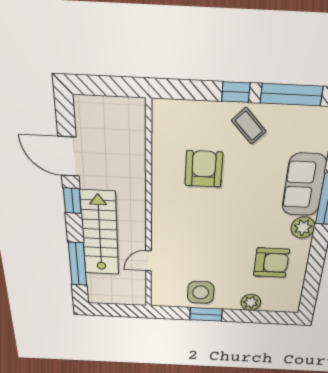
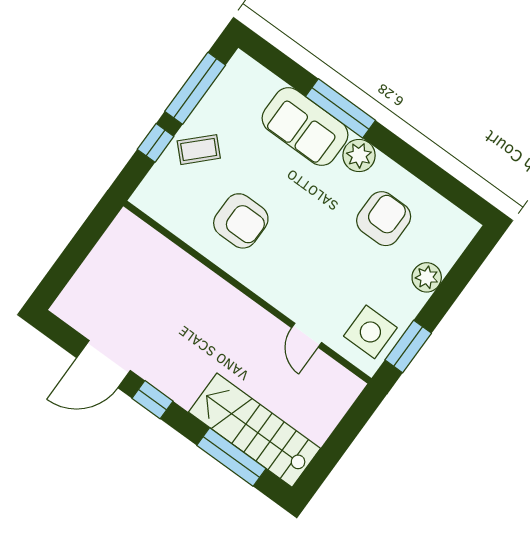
armchair: (204, 169) -> (241, 221), moved, turned 180
wall: (149, 214) -> (247, 292), moved
stairs: (100, 234) -> (254, 430), moved
door: (149, 261) -> (307, 335), moved

